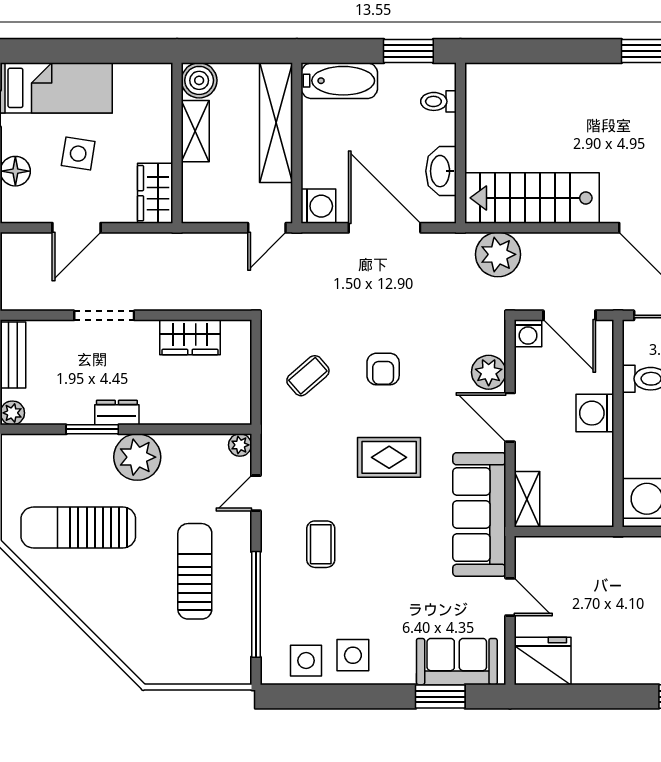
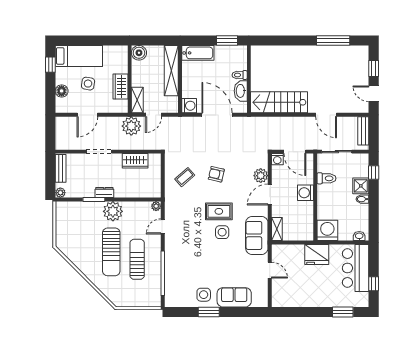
toilet: (438, 101) -> (240, 75), moved
shelving: (195, 131) -> (137, 100), moved
wardrobe: (155, 193) -> (120, 87), moved
door: (267, 228) -> (153, 115), moved
plant: (498, 254) -> (131, 126), moved
armchair: (383, 369) -> (216, 174), turned 103
door: (510, 417) -> (270, 195), hinge flipped
sofa: (479, 515) -> (257, 235), width x0.73
sun lounger: (78, 528) -> (111, 252), moved, turned -90
coffee table: (321, 544) -> (190, 248), removed
side table: (306, 661) -> (222, 232), moved
fridge: (543, 661) -> (317, 254), moved, turned 180
sofa: (457, 662) -> (234, 297), moved
window: (440, 697) -> (209, 312), moved

